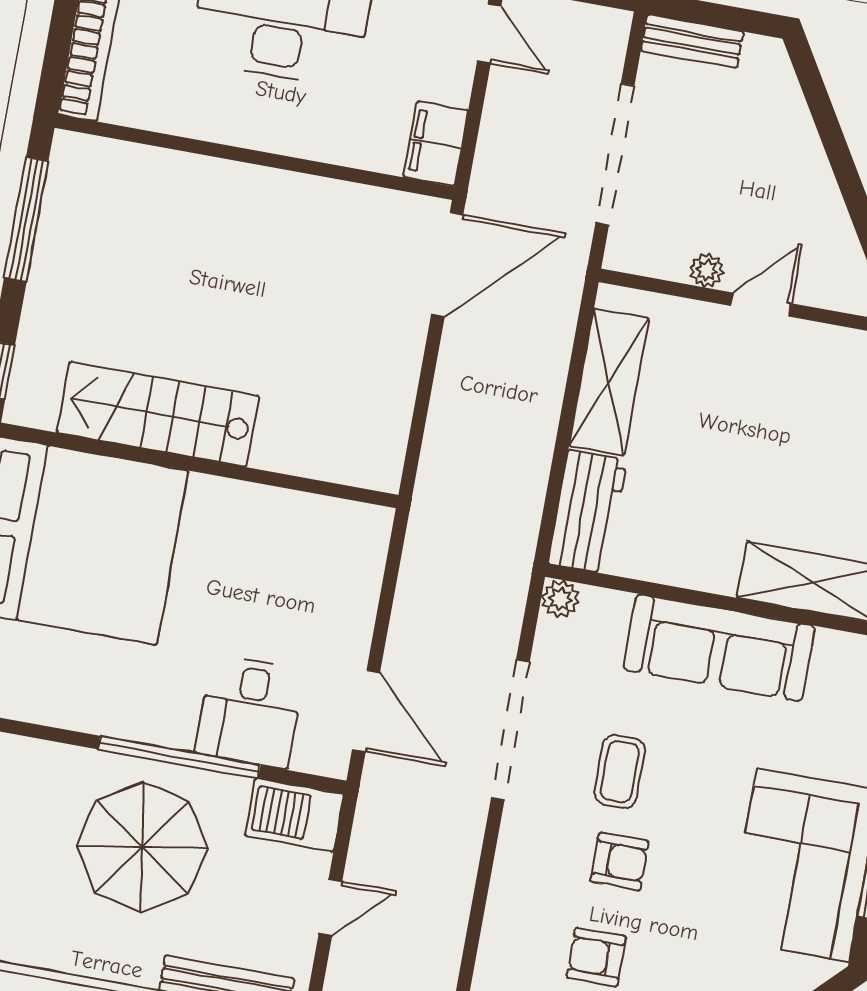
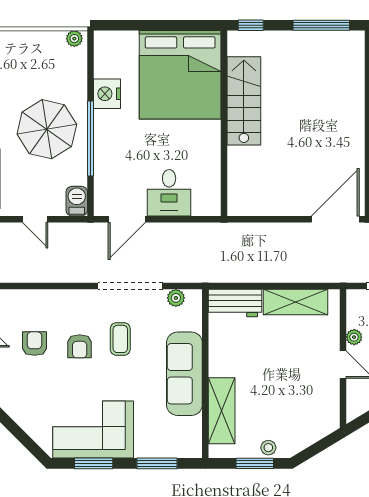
door: (447, 265) -> (335, 219), swing flipped
plant: (560, 599) -> (176, 298), moved
nightstand: (90, 704) -> (107, 94), added
desk: (250, 711) -> (169, 193), moved, turned -90
coffee table: (620, 772) -> (120, 339), turned 90
barbecue: (294, 815) -> (77, 201), width x0.73, depth x0.79

